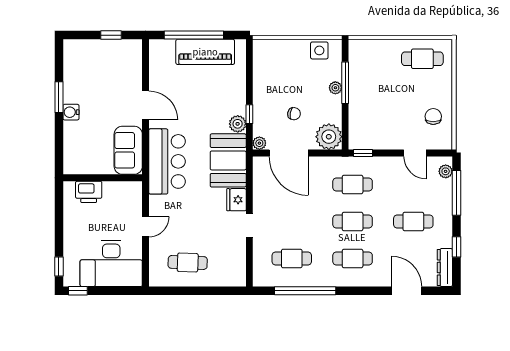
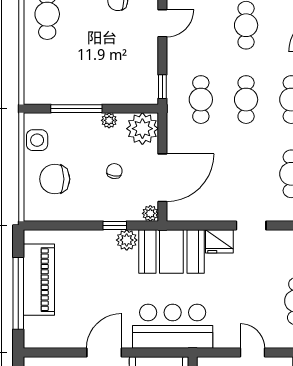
chair: (287, 65) -> (55, 179), added
plant: (335, 88) -> (109, 120), moved

